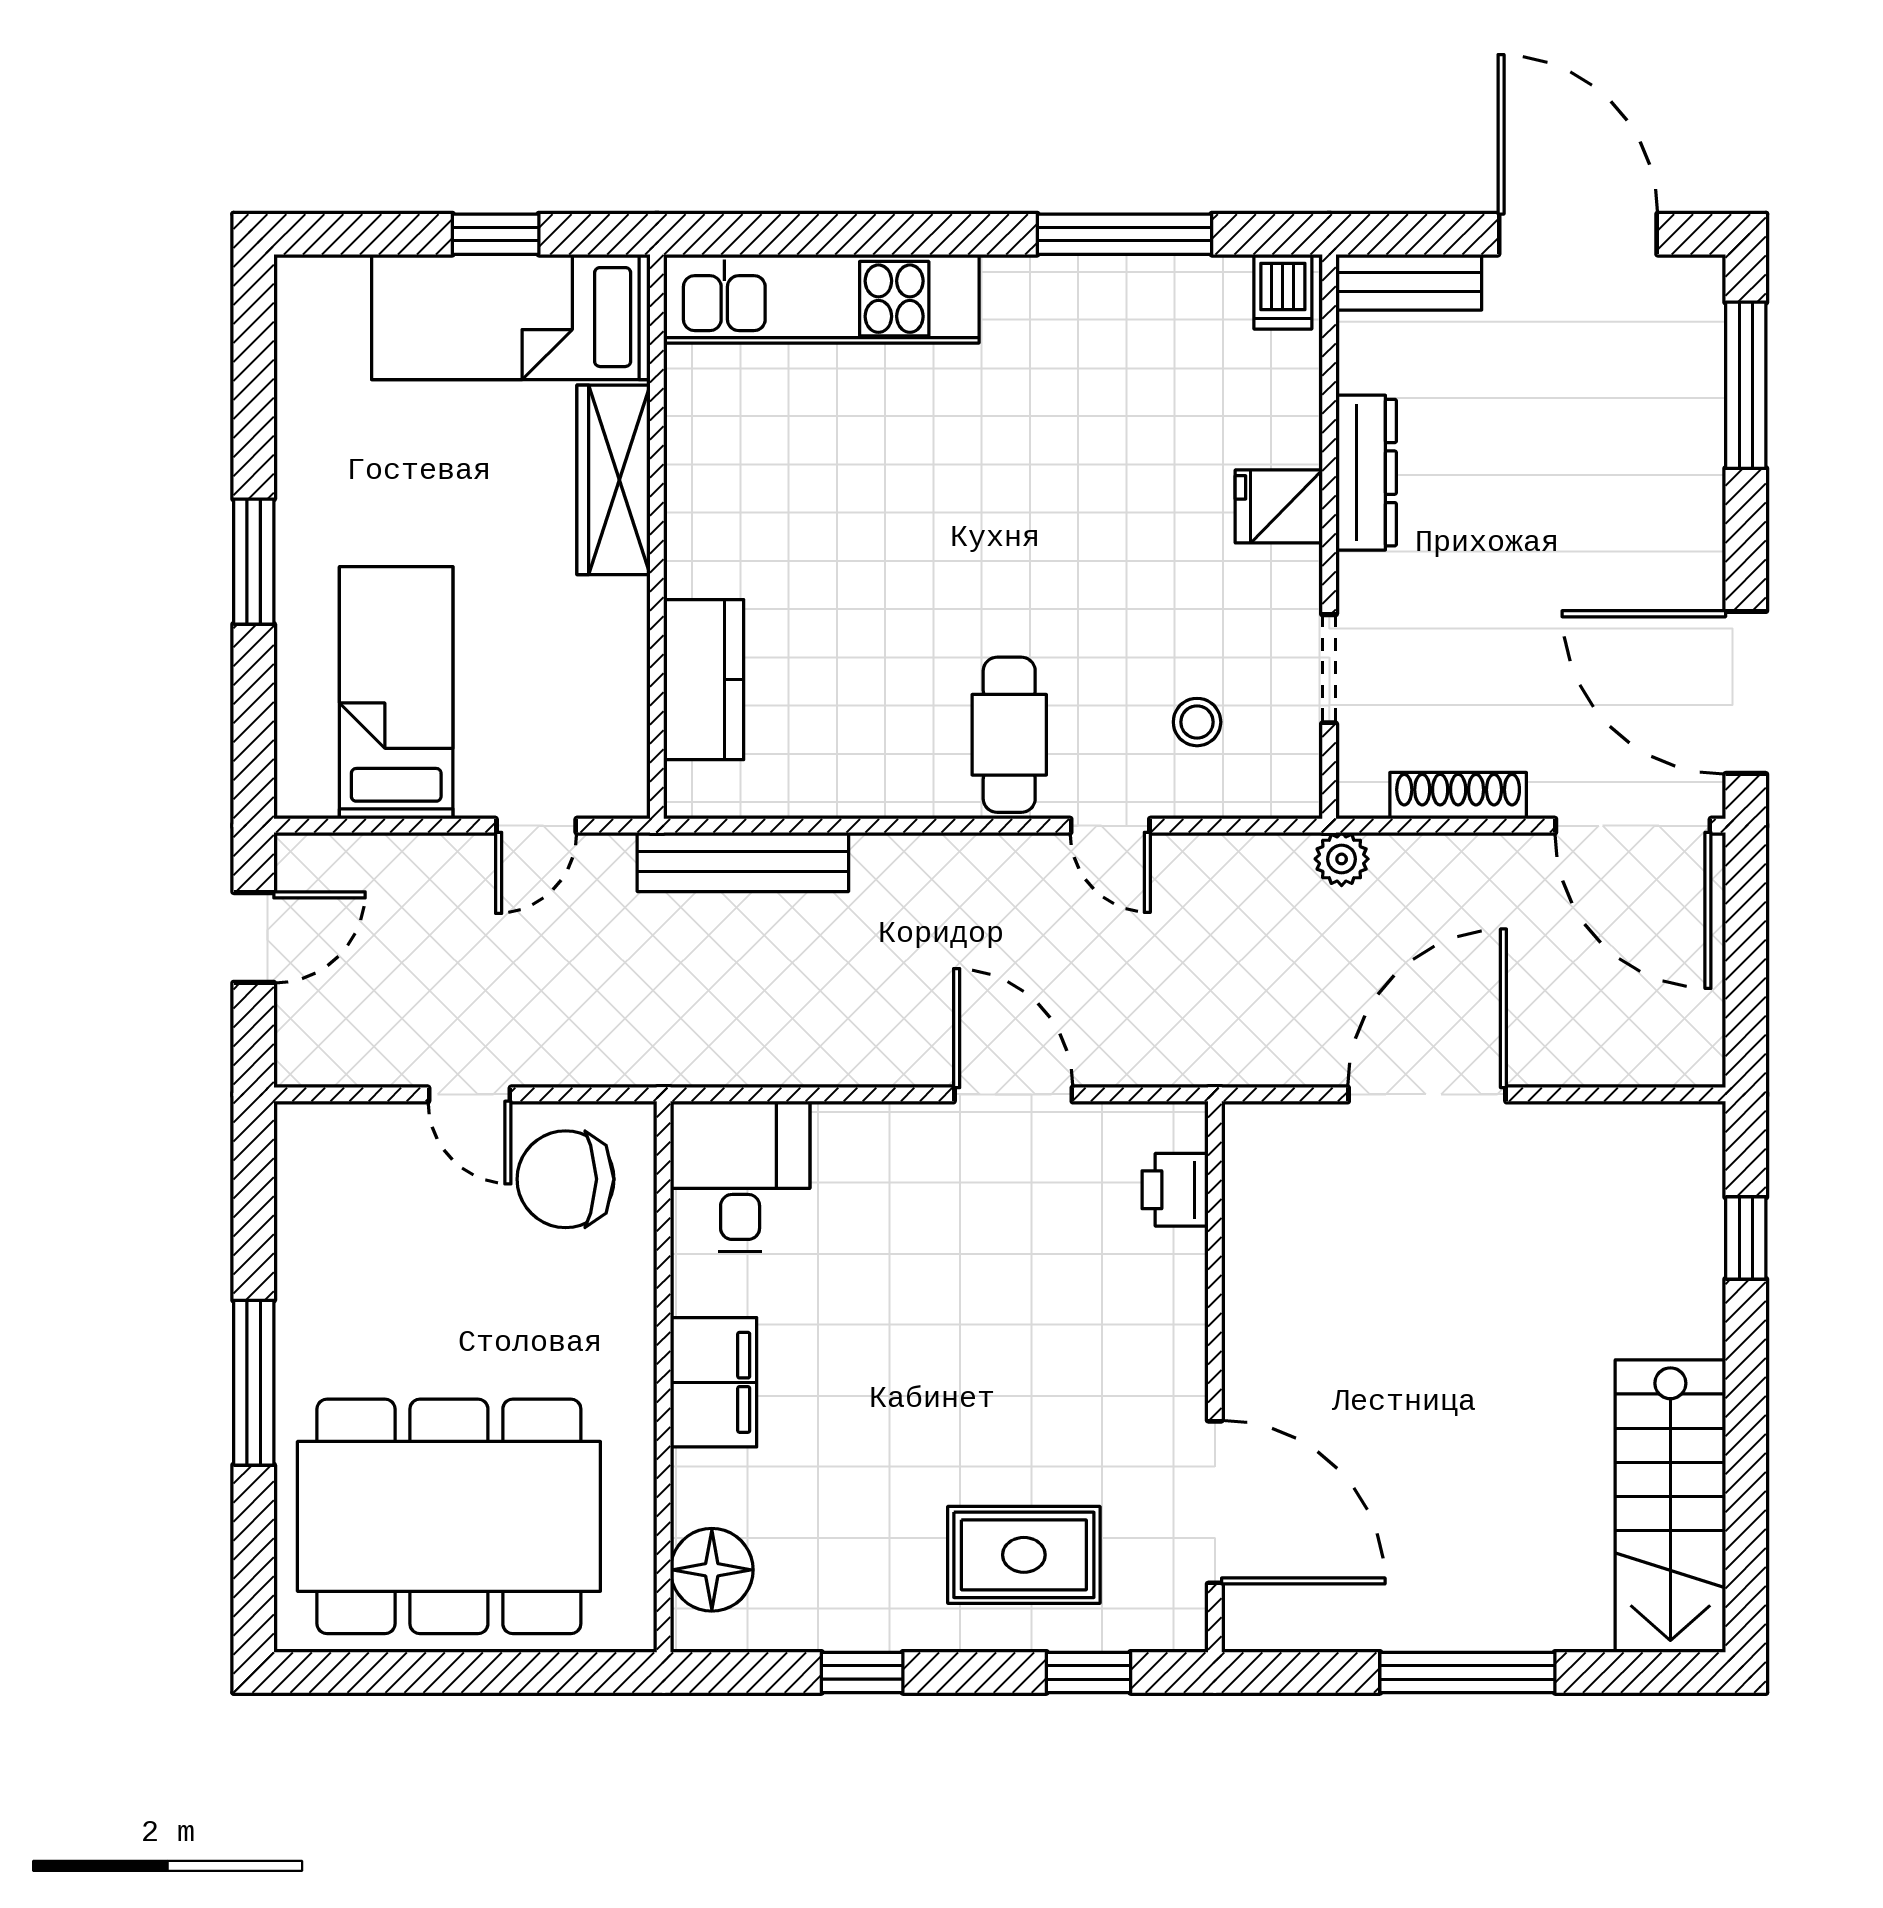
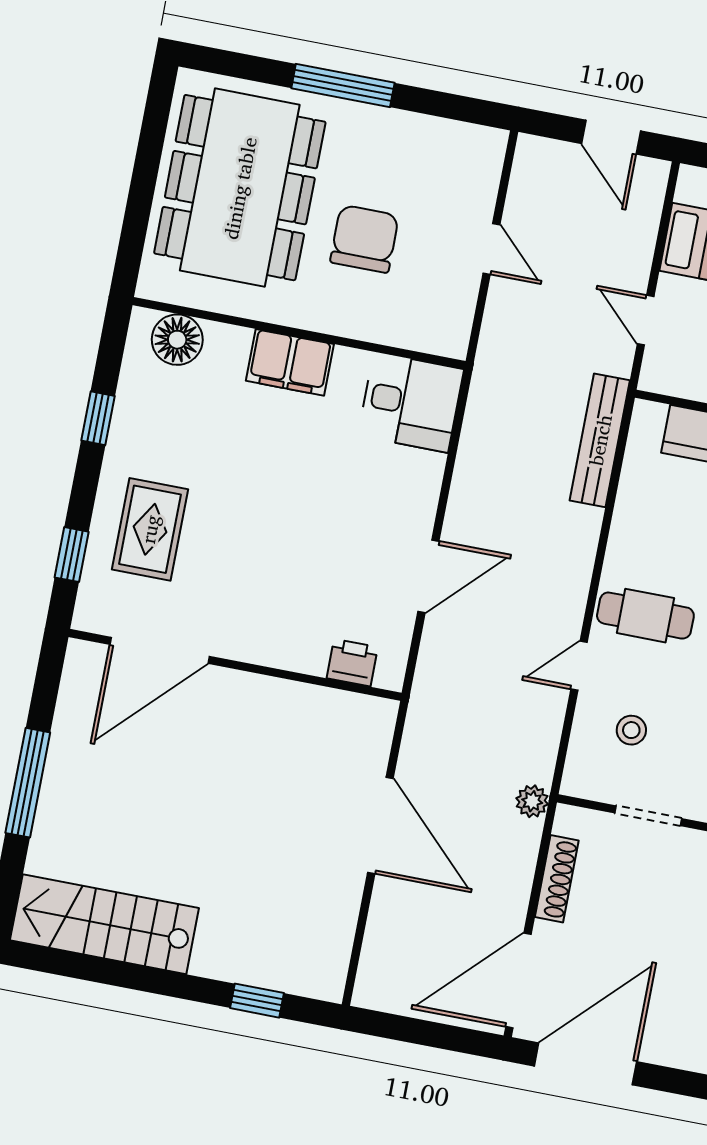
door: (469, 1094) -> (491, 249), swing flipped
chair: (566, 1179) -> (364, 239), moved

